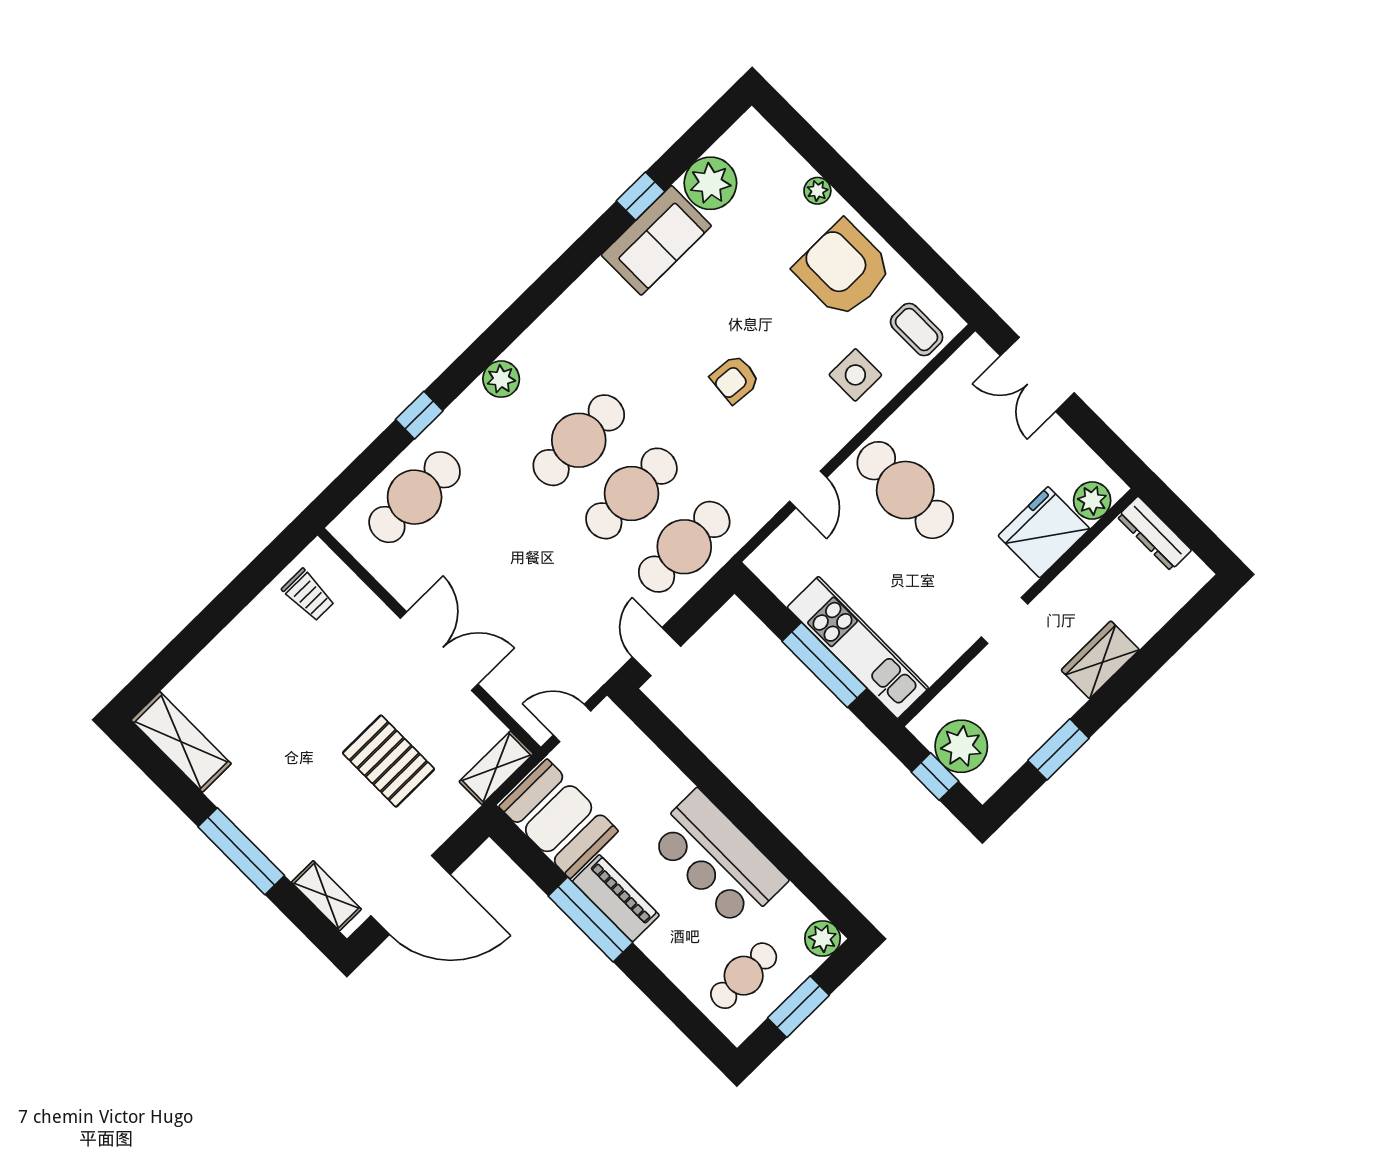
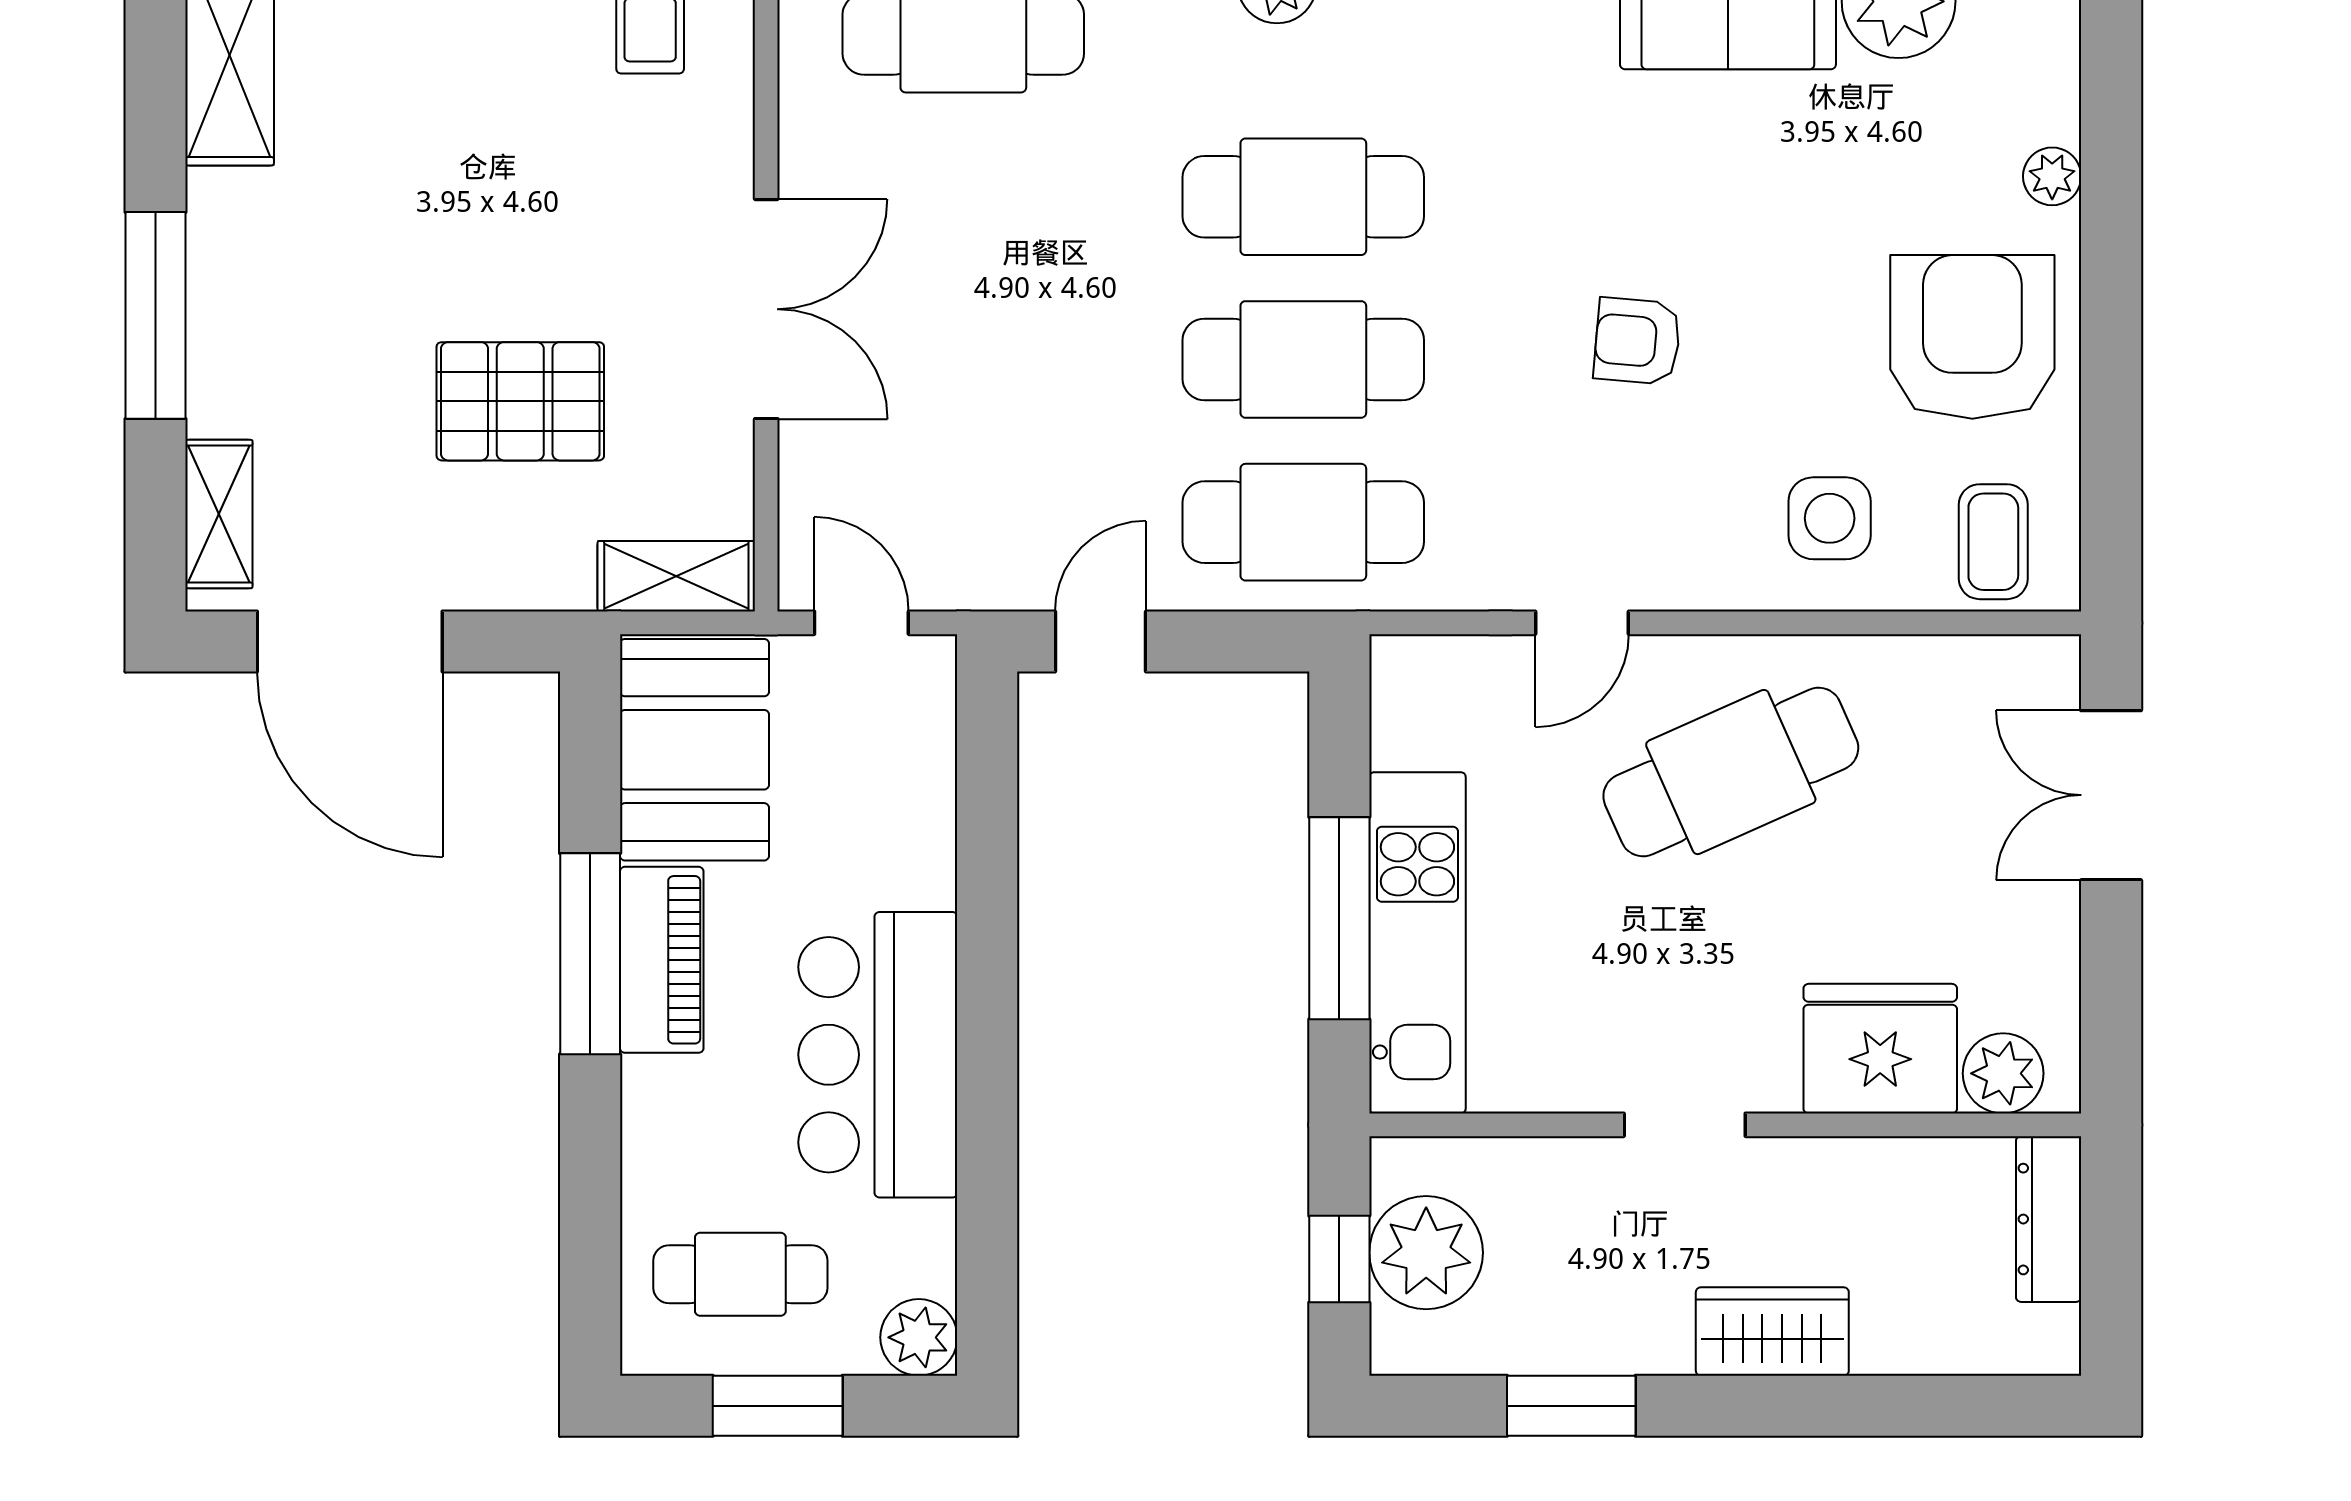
cafe table: (905, 490) -> (1731, 772), turned 66
pallet: (388, 761) -> (520, 401), turned 90

